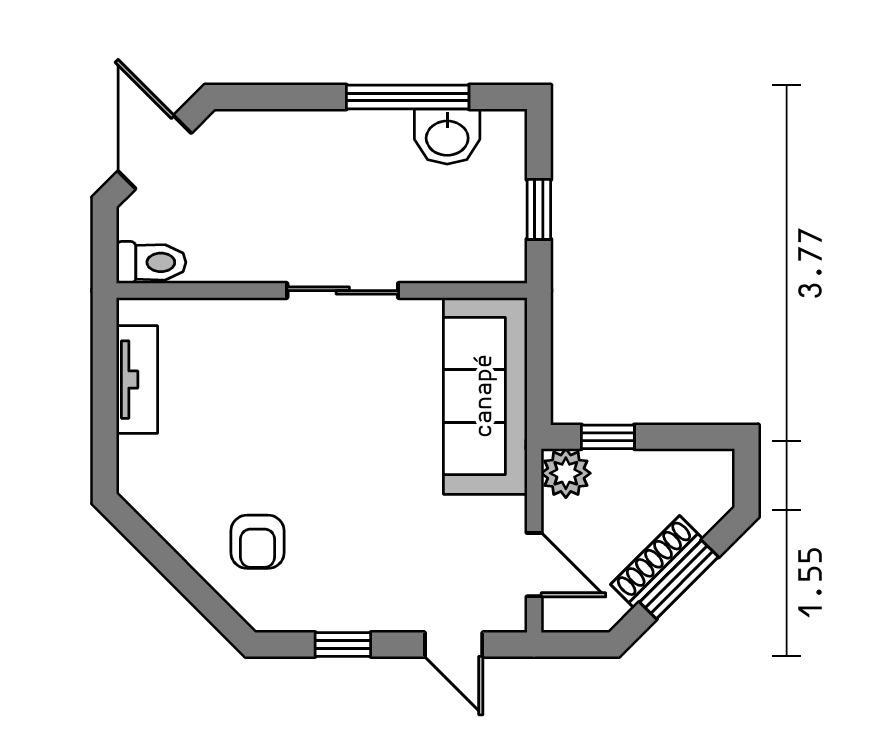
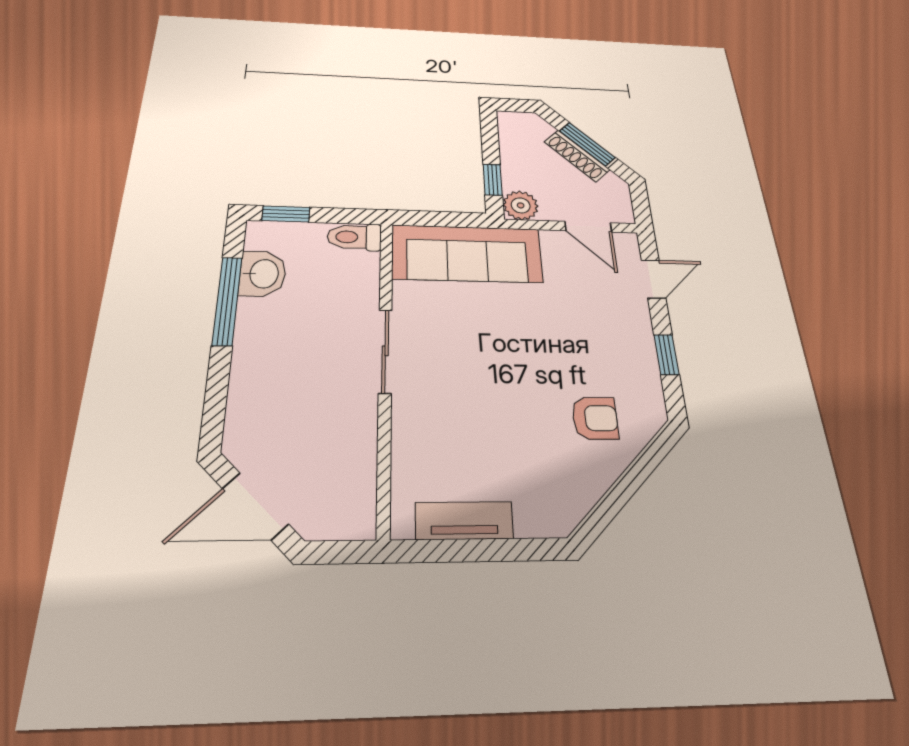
window: (539, 209) -> (286, 214), moved
toilet: (151, 262) -> (354, 237), moved, turned -90
door: (534, 565) -> (588, 227), swing flipped

